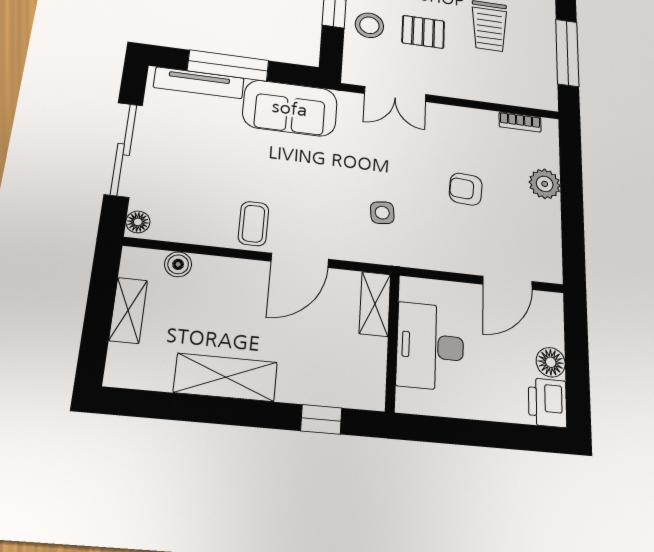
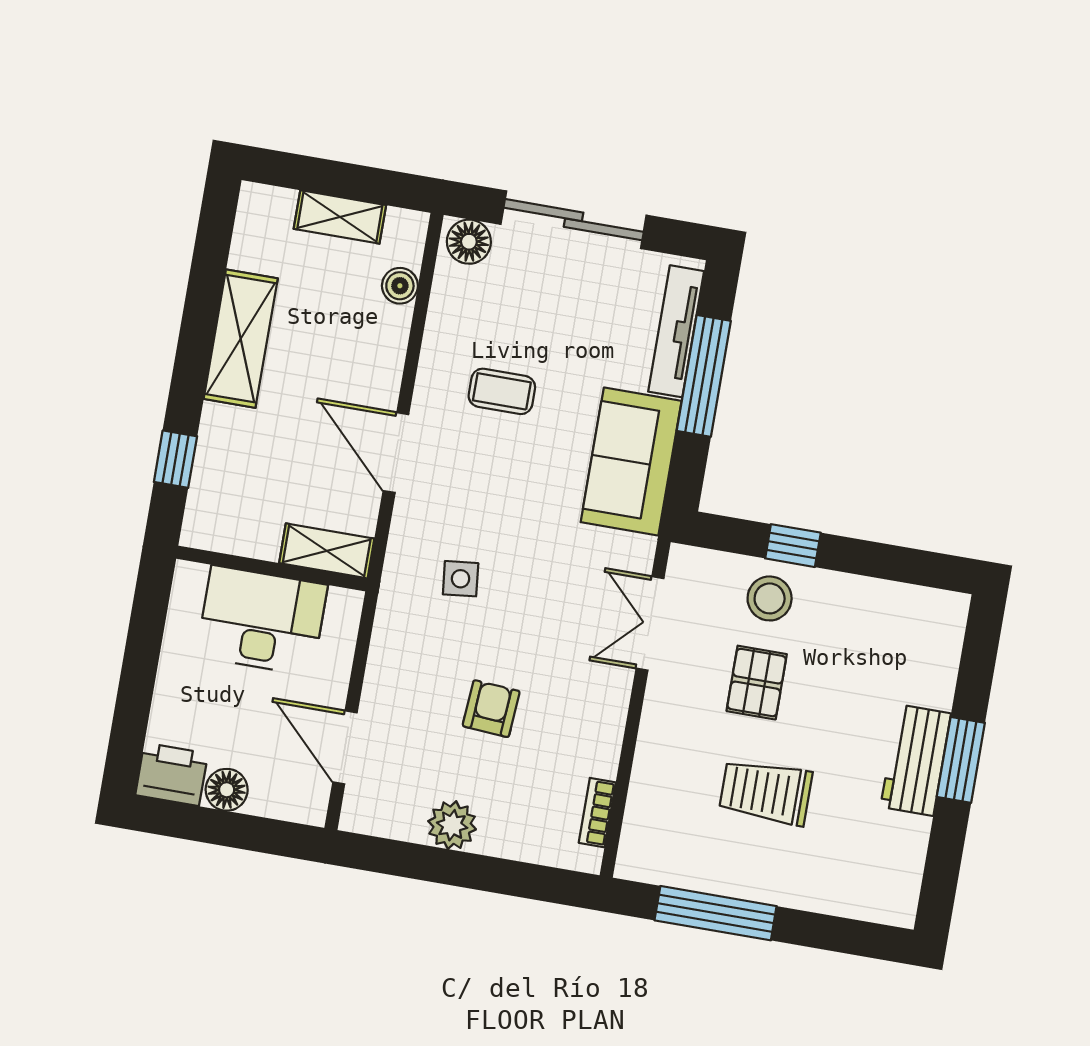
plant: (545, 184) -> (452, 825), moved
floor lamp: (138, 222) -> (469, 242), width x1.37, depth x1.37
coffee table: (253, 224) -> (502, 391), moved

